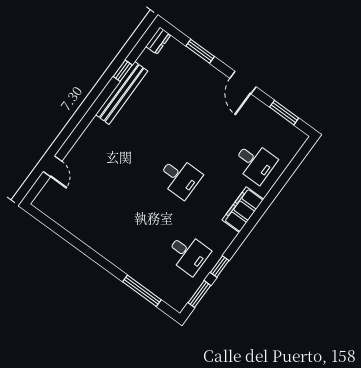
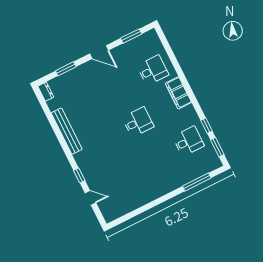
window: (123, 71) -> (79, 175), moved

